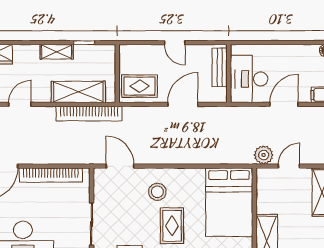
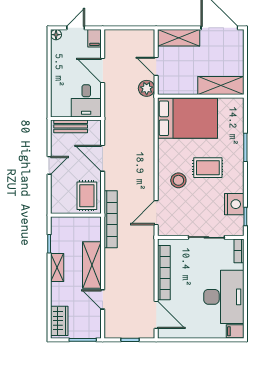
desk: (249, 79) -> (86, 101), width x0.73
shelving: (78, 92) -> (92, 265), moved
bookcase: (89, 114) -> (111, 219), moved

